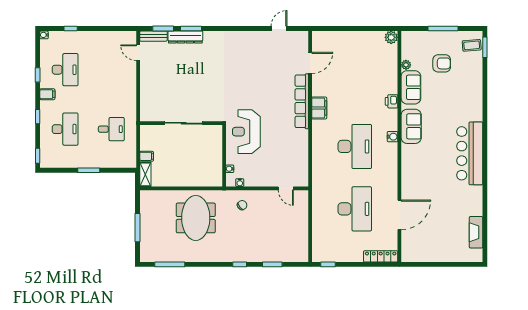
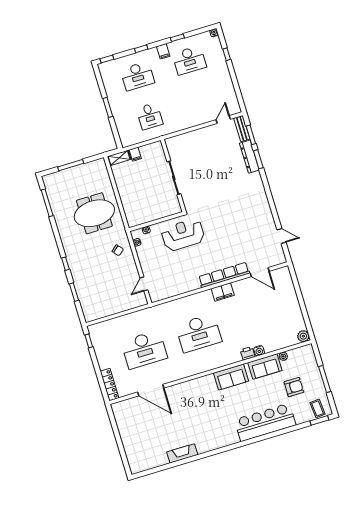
armchair: (442, 63) -> (294, 387), turned -90
water cooler: (393, 137) -> (259, 351), moved
bar counter: (470, 153) -> (265, 422), moved
fireplace: (476, 232) -> (182, 453), moved

